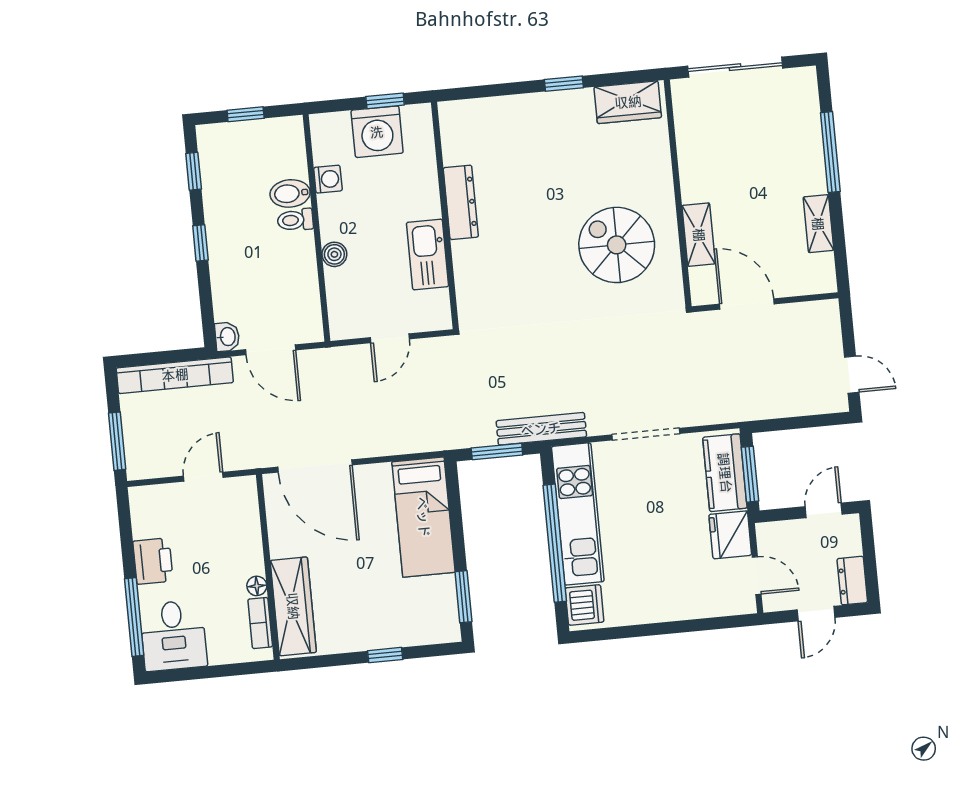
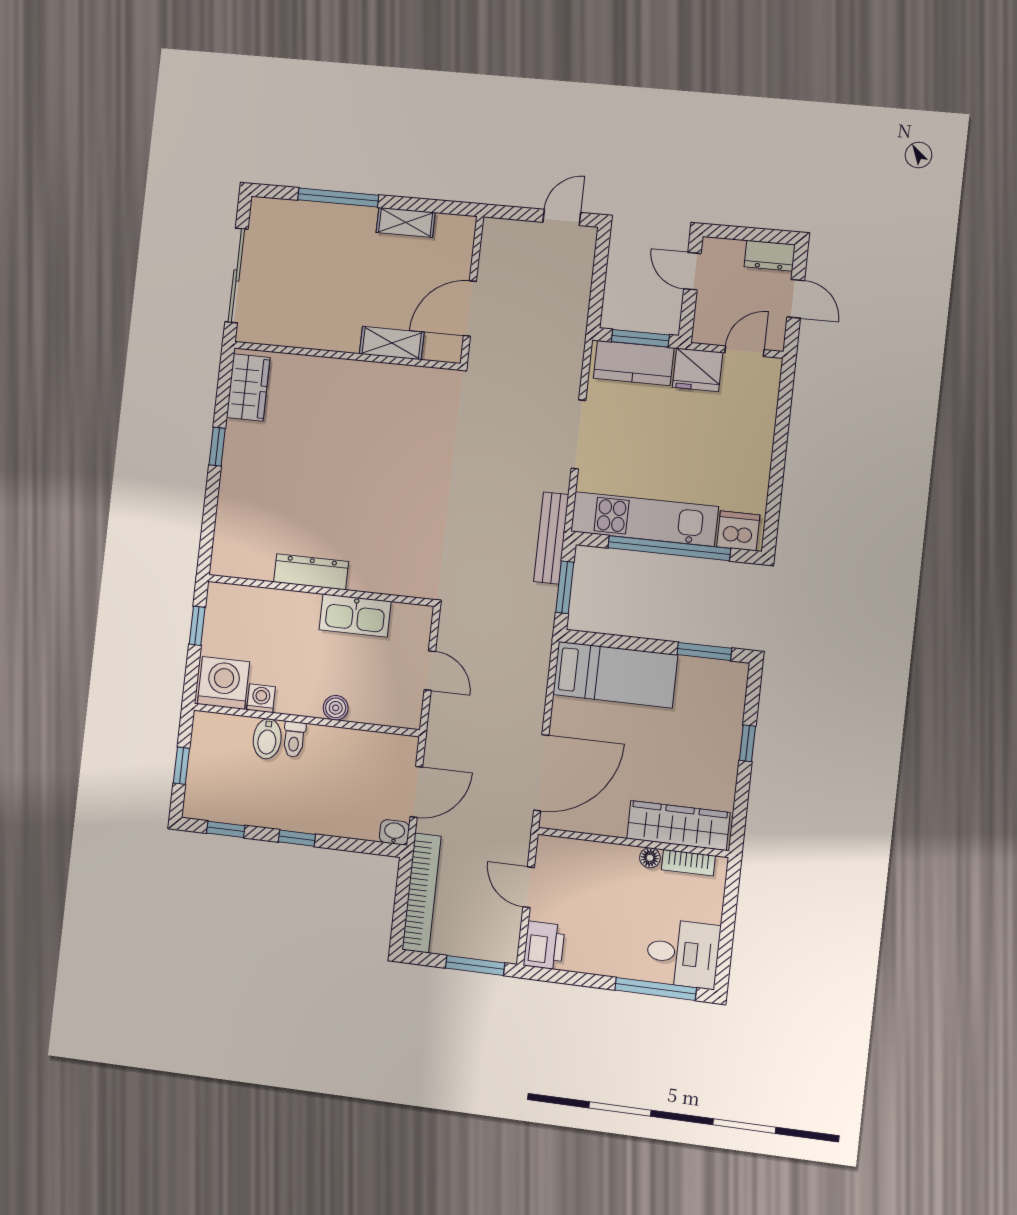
washing machine: (377, 132) -> (224, 683), moved, turned -90
spiral stairs: (617, 245) -> (385, 426), removed
printer: (153, 561) -> (544, 945), moved, turned 90

